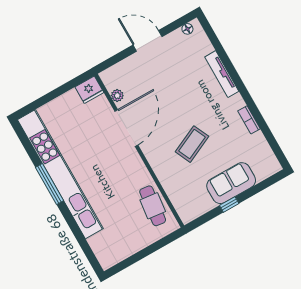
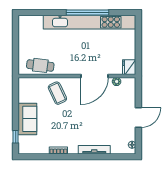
door: (126, 128) -> (94, 76), hinge flipped
coffee table: (192, 144) -> (57, 93), moved
window: (49, 184) -> (87, 12), width x1.46
window: (229, 204) -> (16, 137), moved

